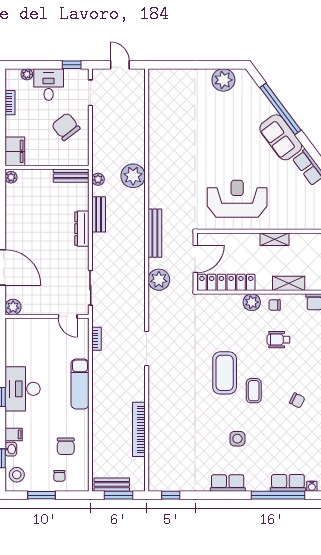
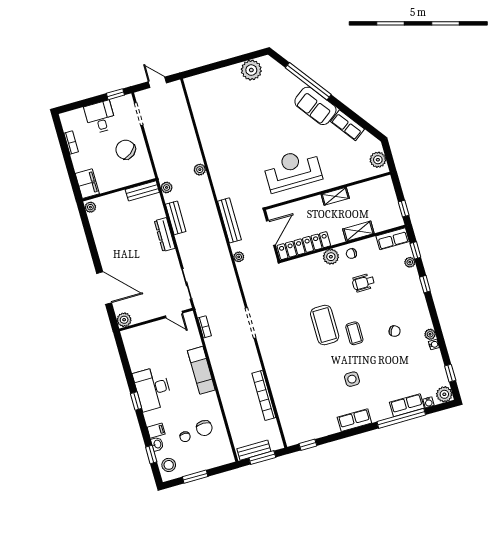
plant: (27, 74) -> (79, 114), removed
plant: (133, 176) -> (200, 170), width x0.53, depth x0.53
plant: (159, 280) -> (239, 257), width x0.53, depth x0.53
chair: (59, 476) -> (185, 437), moved

